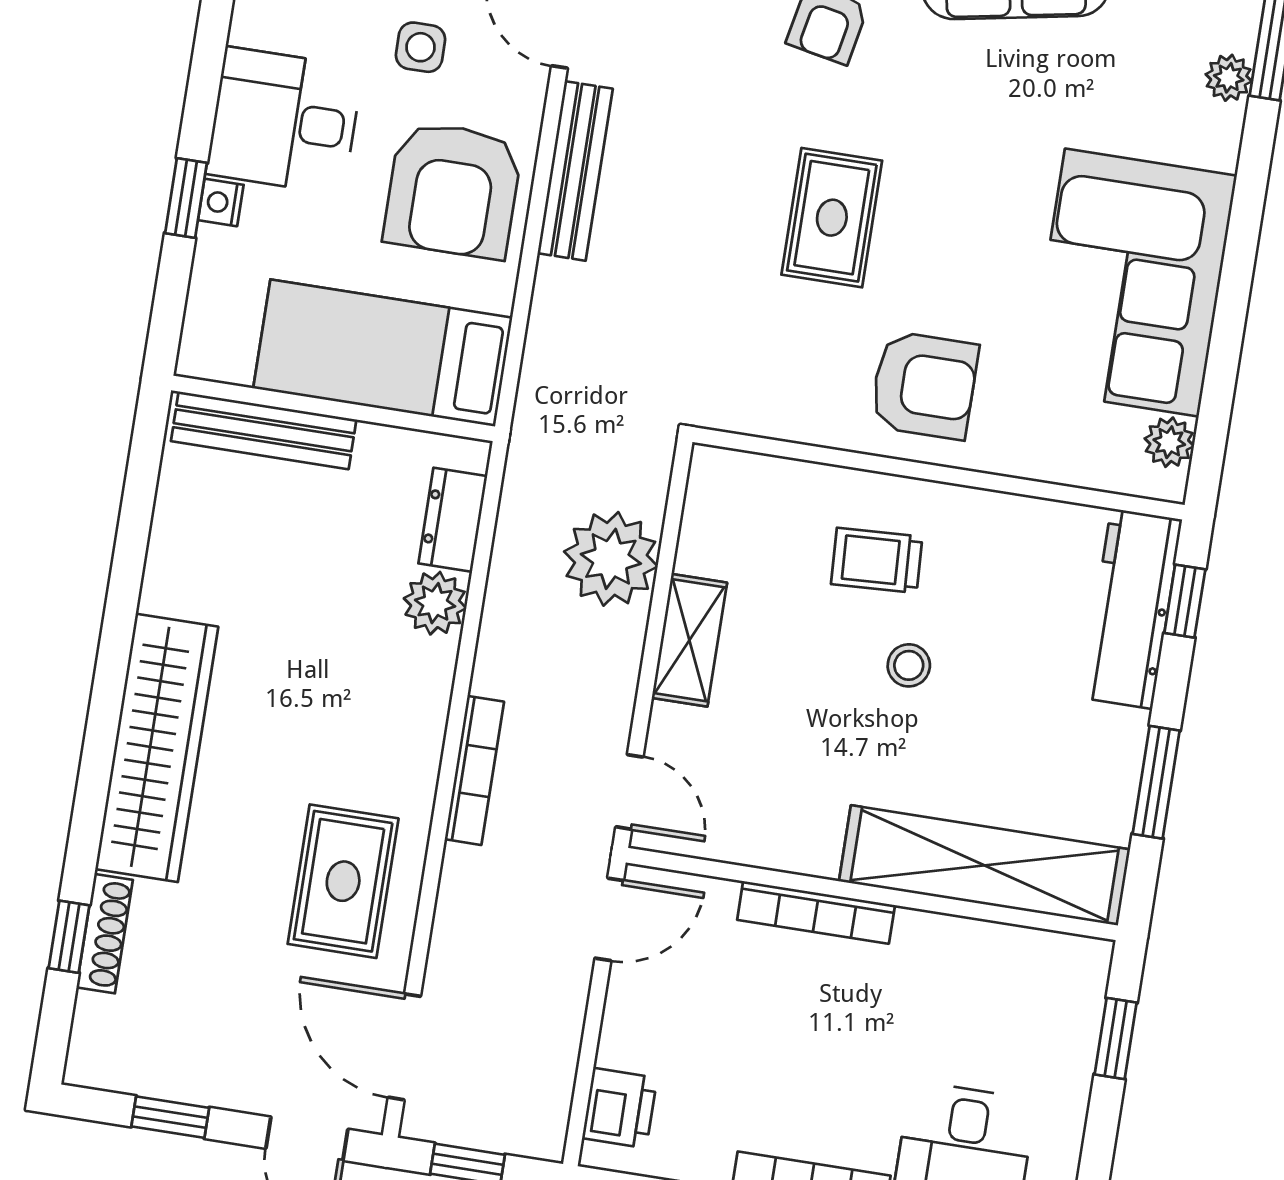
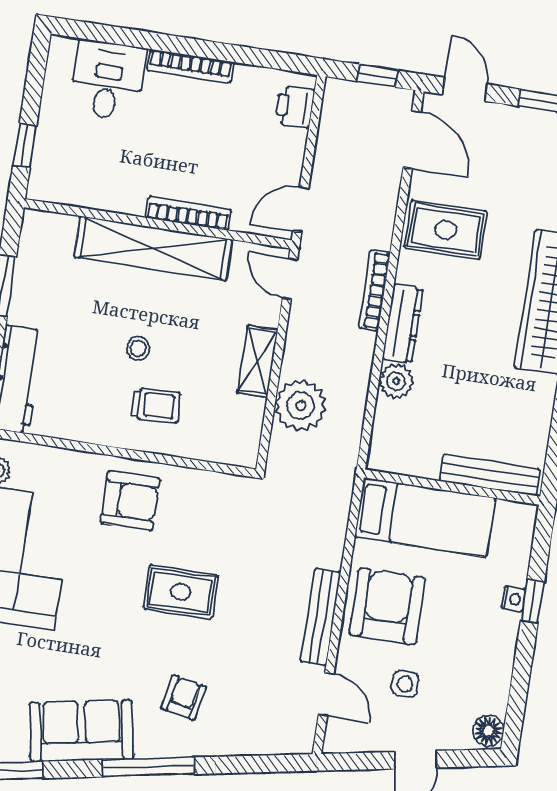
desk: (284, 121) -> (479, 644), removed
rug: (832, 218) -> (181, 592), turned 90
armchair: (924, 385) -> (130, 501), turned 180
dresser: (453, 520) -> (403, 324), moved, width x1.44
shelving: (984, 865) -> (153, 248), moved
rug: (343, 881) -> (446, 230), turned 90

